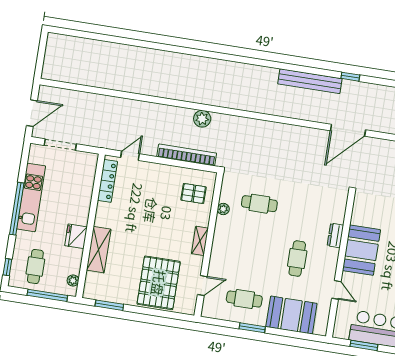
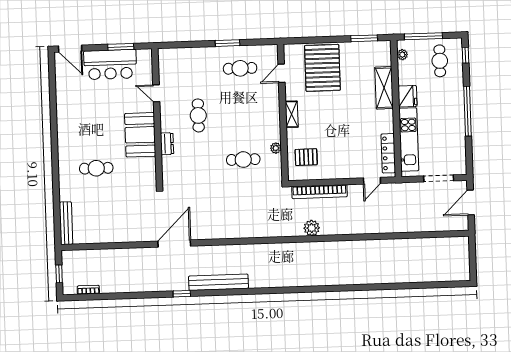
kitchen unit: (31, 197) -> (409, 140), moved, turned 180
booth: (291, 315) -> (193, 62), removed

